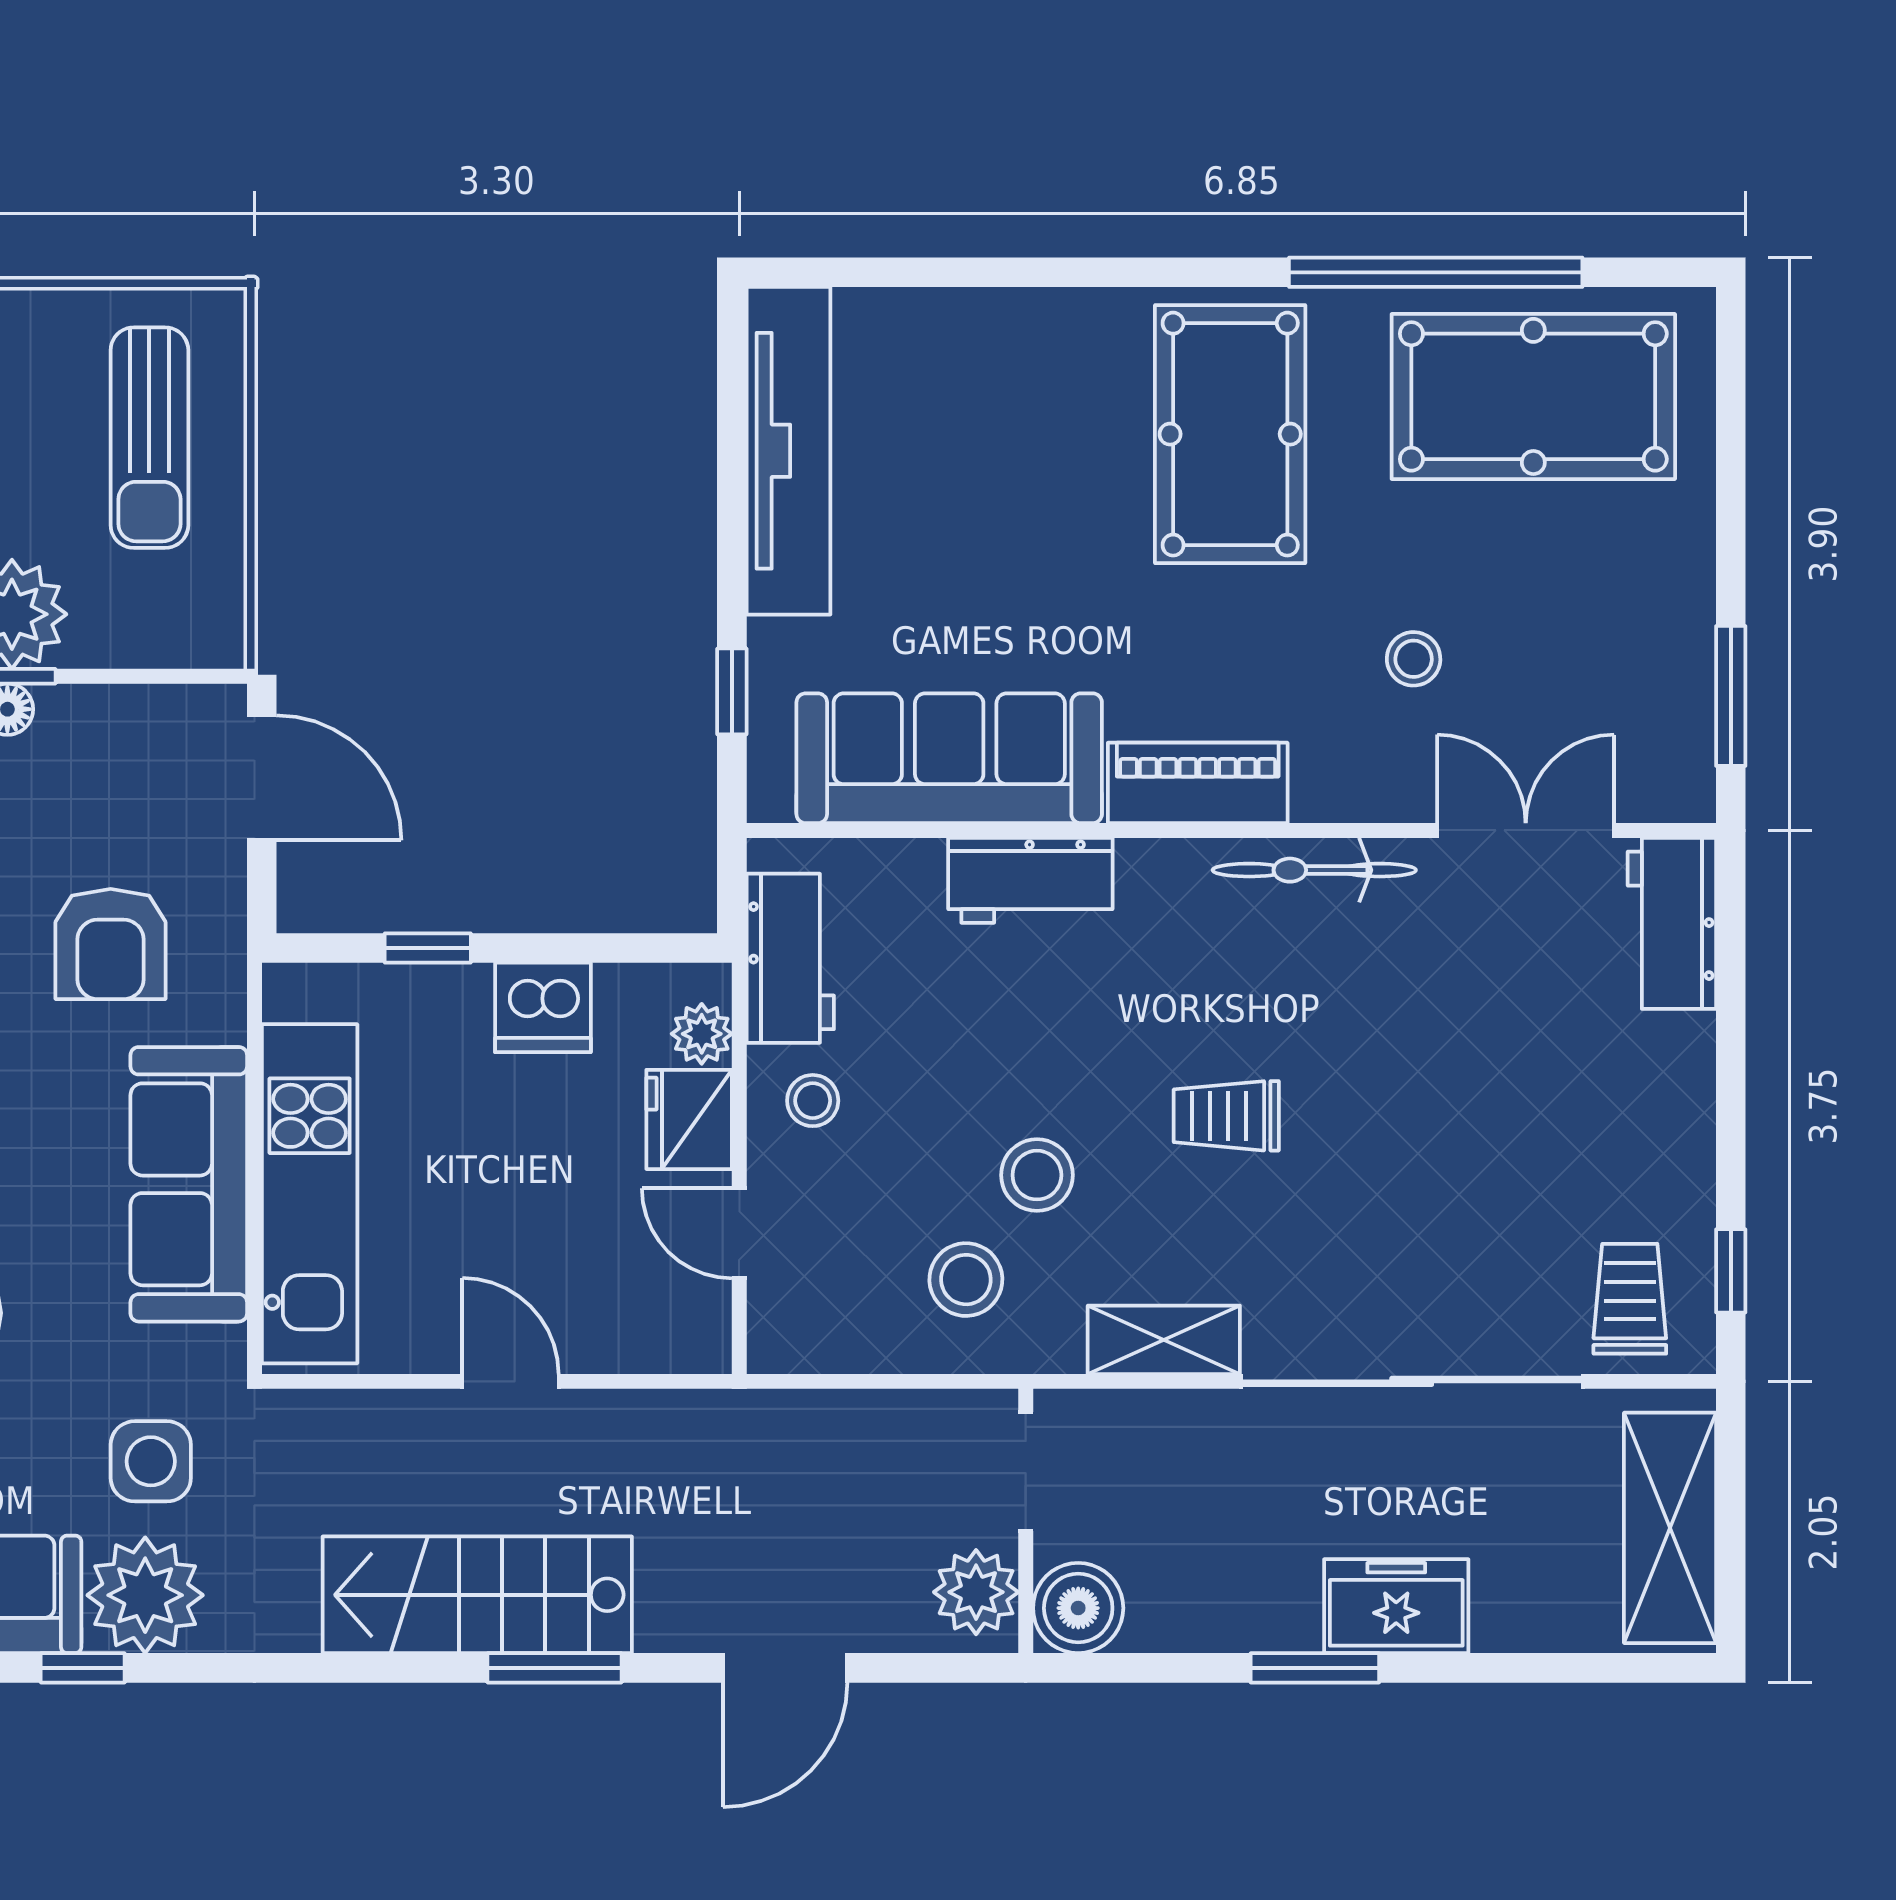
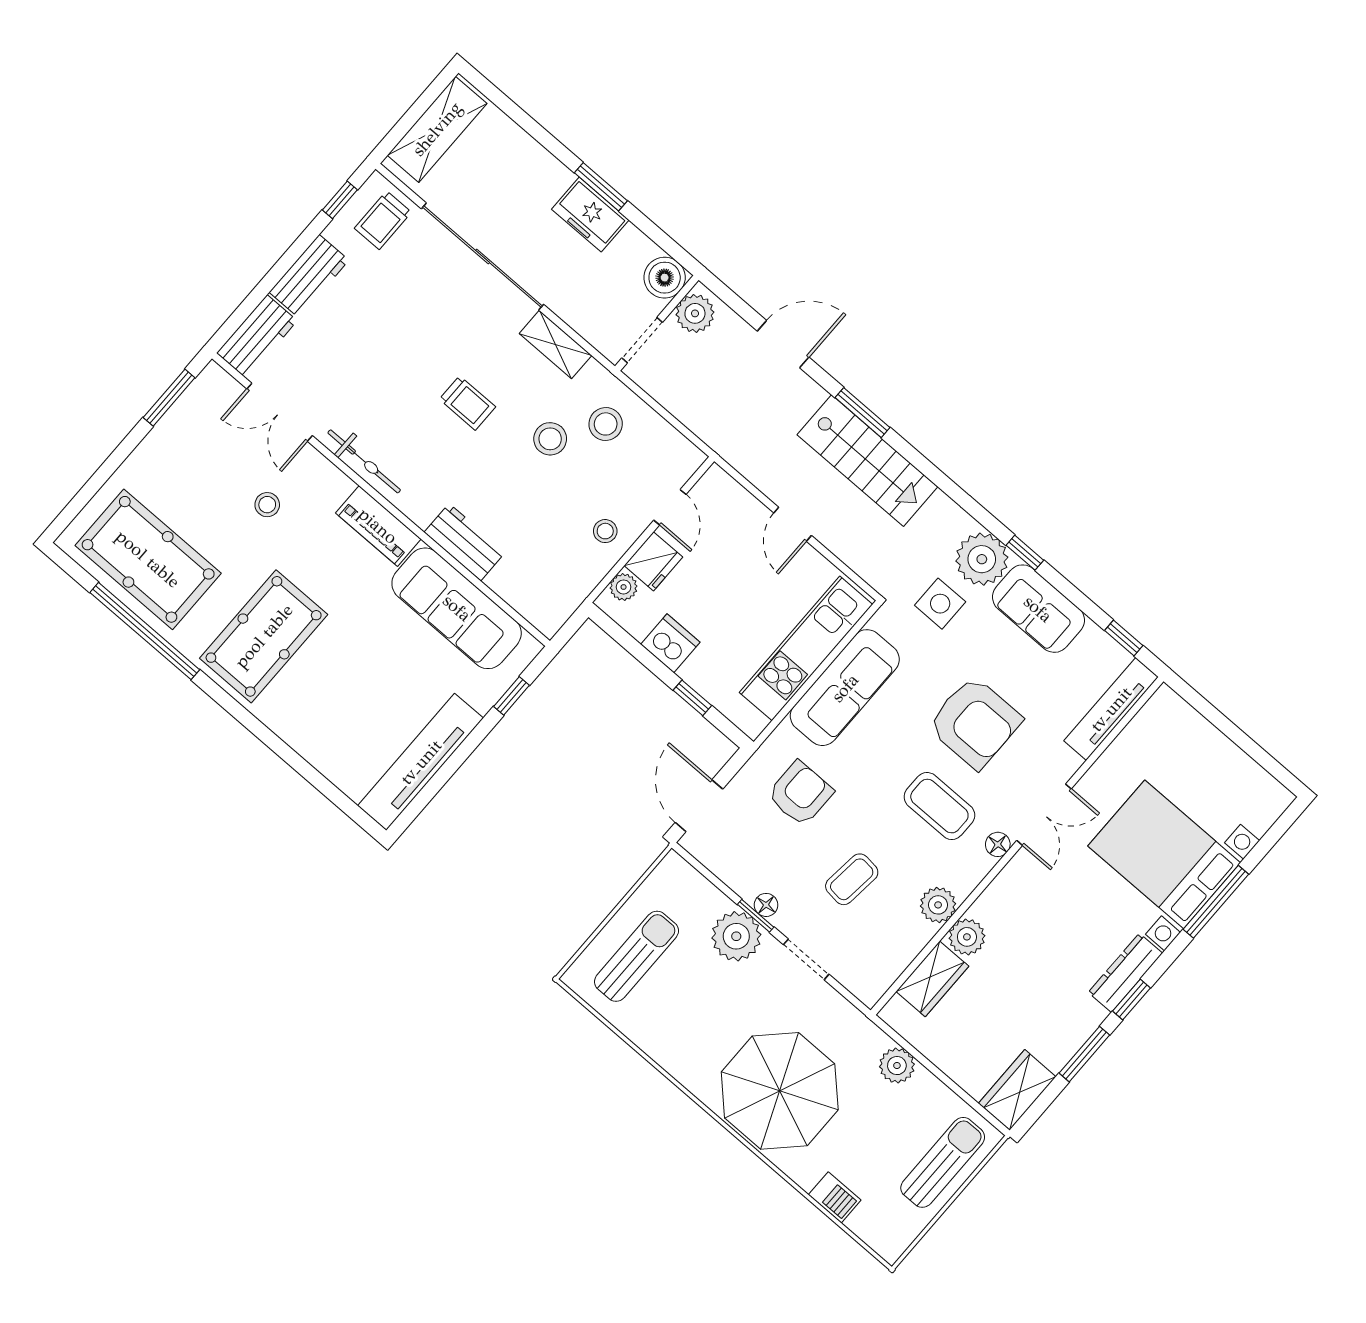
workbench: (790, 958) -> (309, 276), moved, turned 180
freezer: (1396, 1606) -> (590, 215), moved

